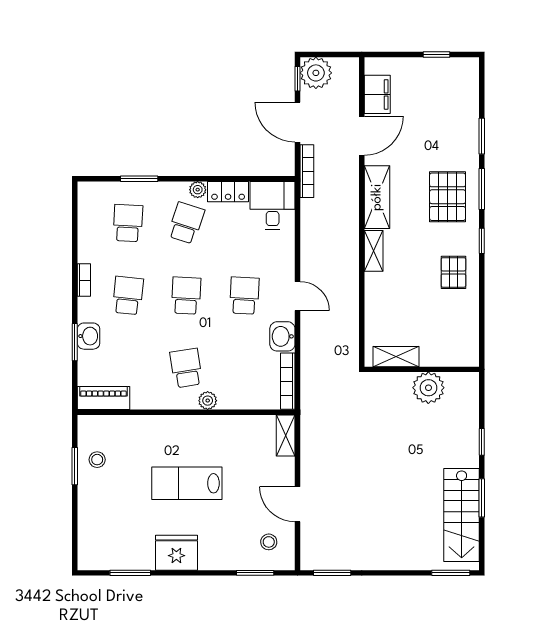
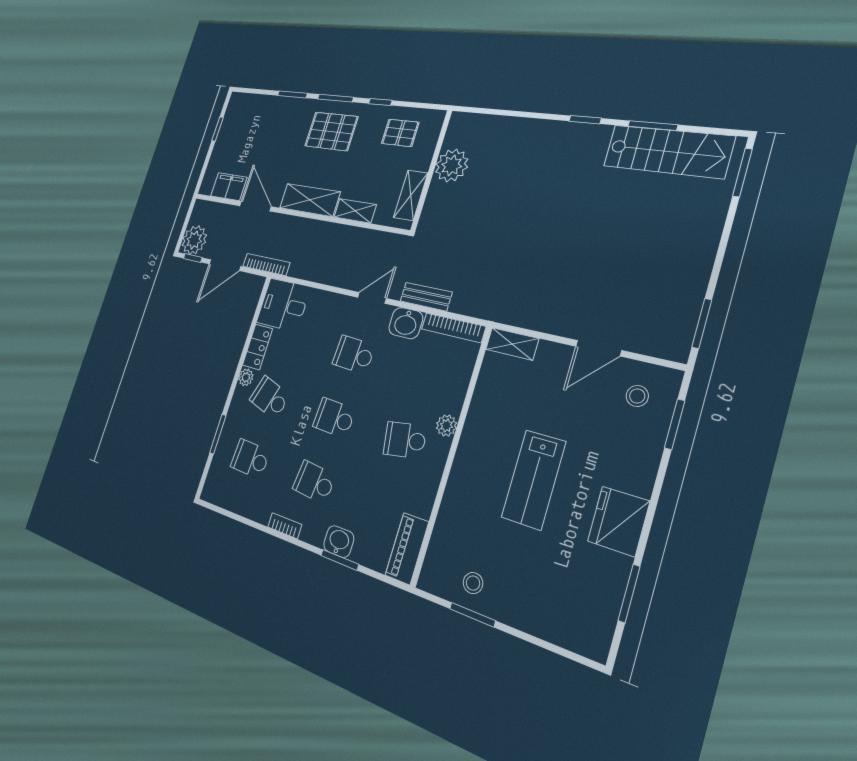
bench: (309, 348) -> (426, 297), added
shelving: (396, 357) -> (411, 195), moved
wall: (422, 369) -> (431, 170), moved
plant: (428, 388) -> (452, 165), moved

